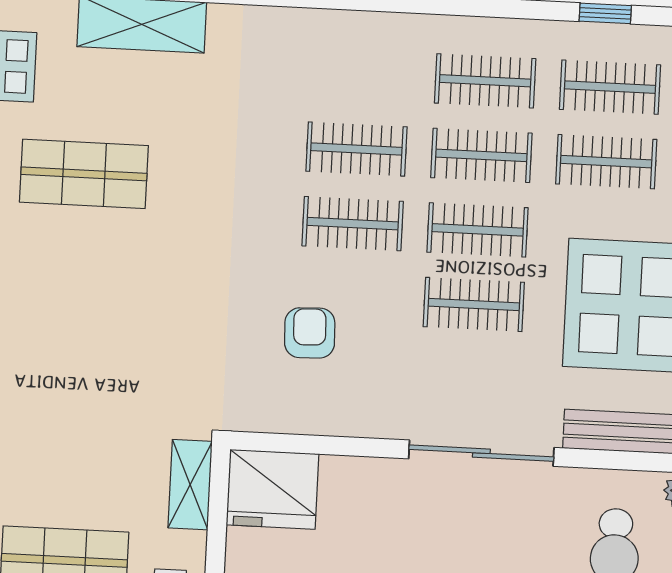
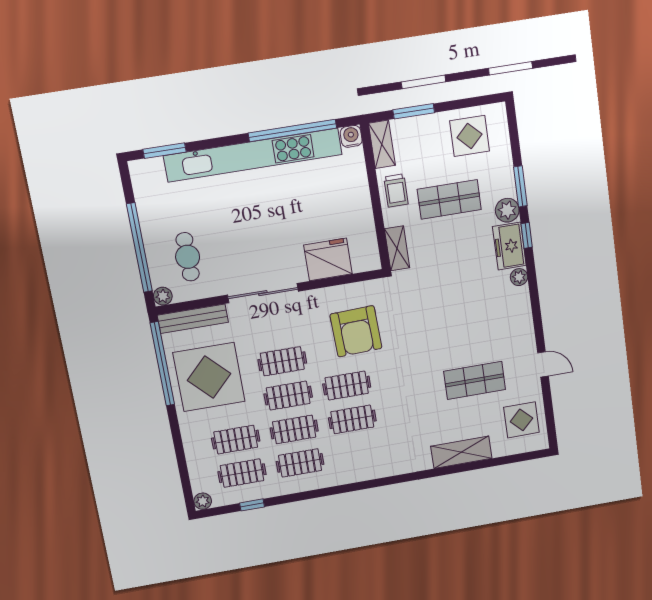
armchair: (310, 333) -> (356, 331), width x1.88, depth x1.88
fridge: (272, 489) -> (328, 259), moved

